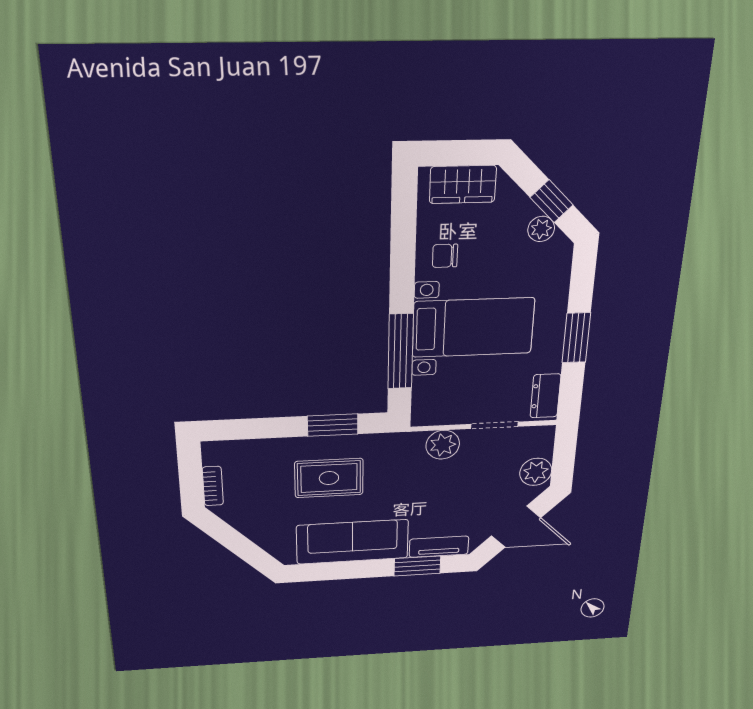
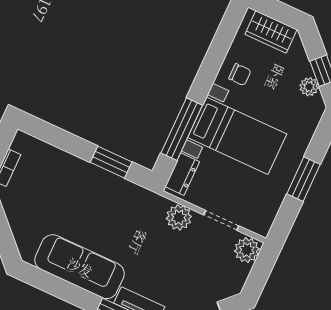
chair: (445, 256) -> (240, 75), turned 180
dresser: (545, 396) -> (182, 174), moved, turned 180
plant: (536, 472) -> (247, 250), moved
rug: (329, 478) -> (89, 203), removed

